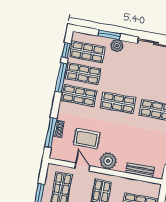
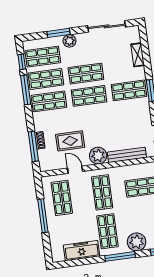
shop shelf: (122, 81) -> (86, 74), added
bench: (140, 170) -> (127, 155), width x1.36

